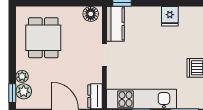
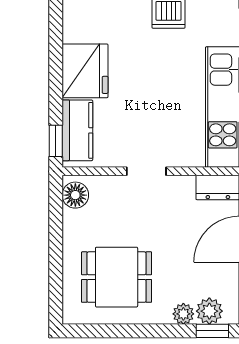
fridge: (170, 16) -> (85, 71), width x1.88, depth x1.34
kitchen counter: (115, 24) -> (77, 130), moved, turned 90

